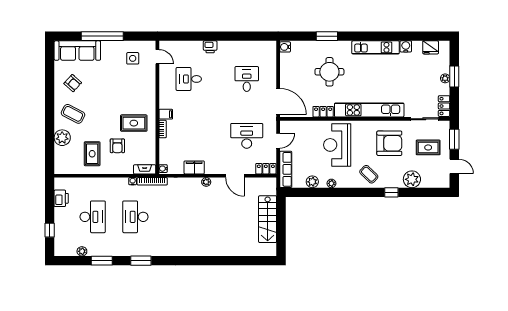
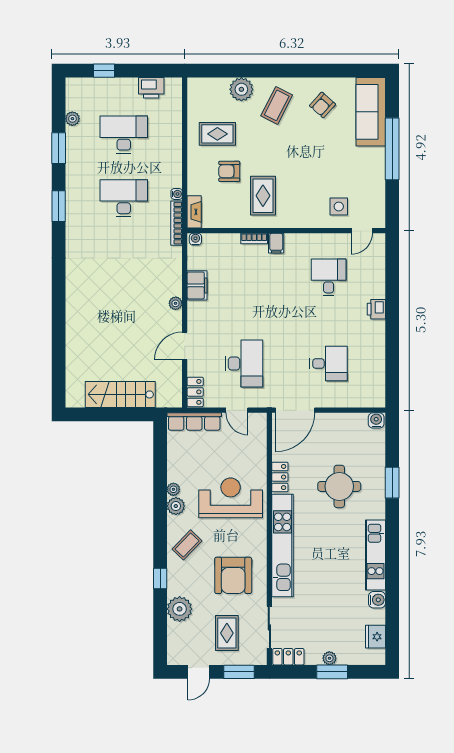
side table: (133, 58) -> (339, 207), moved
plant: (312, 182) -> (176, 506), moved
desk: (93, 217) -> (124, 135), turned 180

